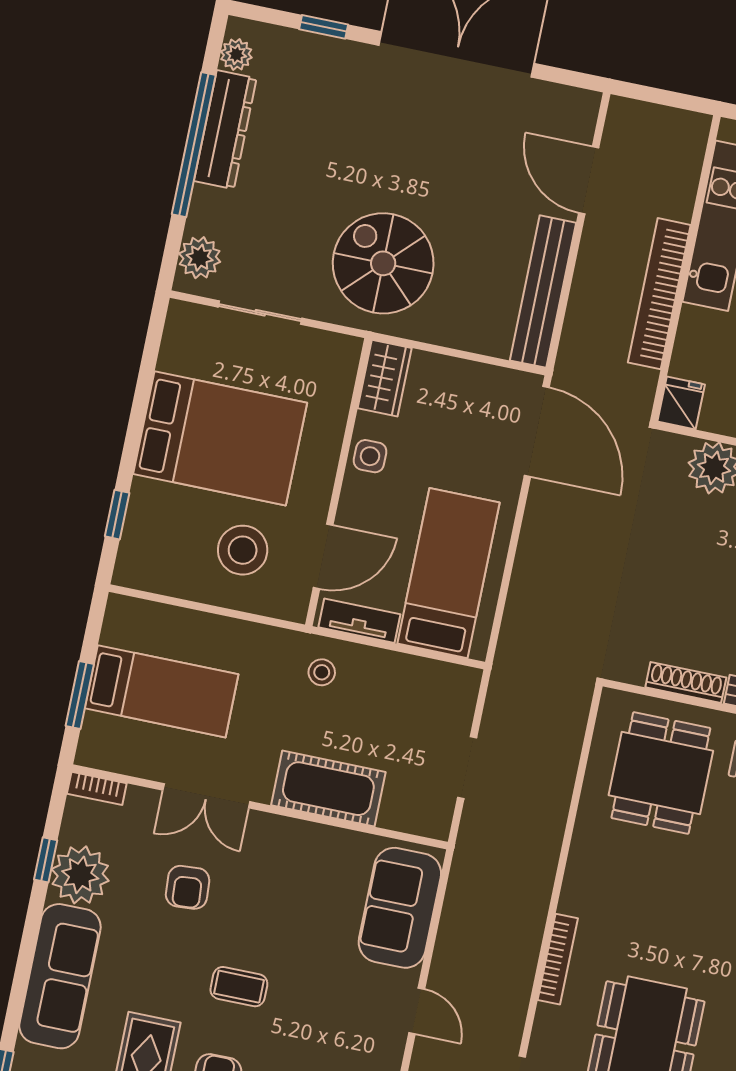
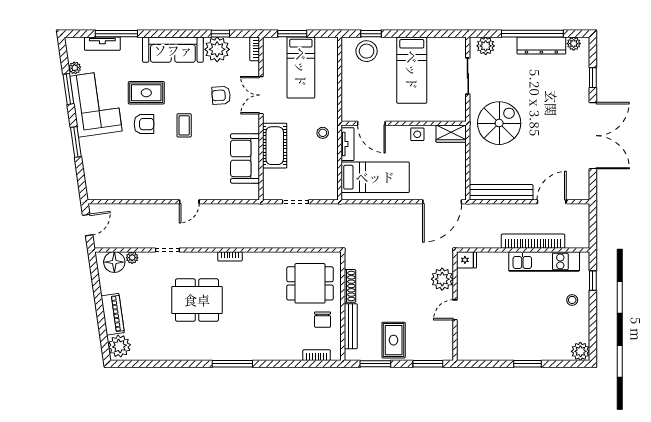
bookcase: (659, 294) -> (533, 241), moved
bed: (220, 438) -> (412, 70), width x0.67
stool: (243, 550) -> (367, 51), moved
sofa: (400, 908) -> (245, 158), moved, turned -90
bookcase: (558, 959) -> (230, 256), width x0.64

